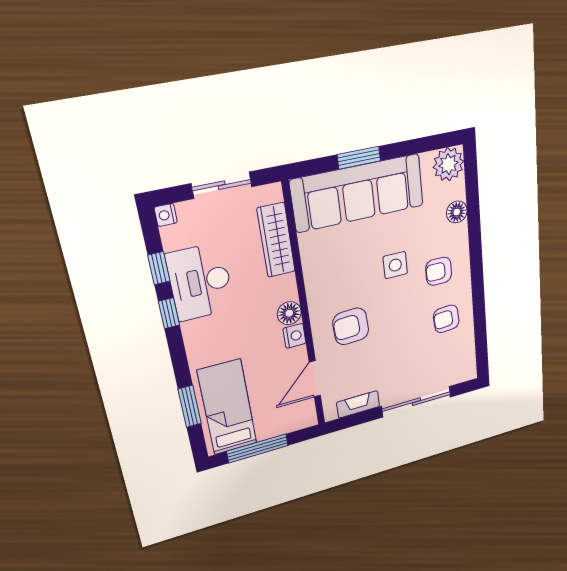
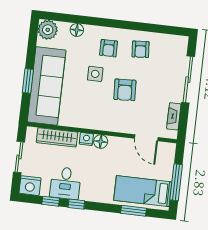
nightstand: (166, 215) -> (30, 186), width x1.89, depth x1.79
desk: (200, 282) -> (65, 183), width x0.73
armchair: (351, 326) -> (125, 90), moved
nightstand: (294, 336) -> (86, 139), moved

